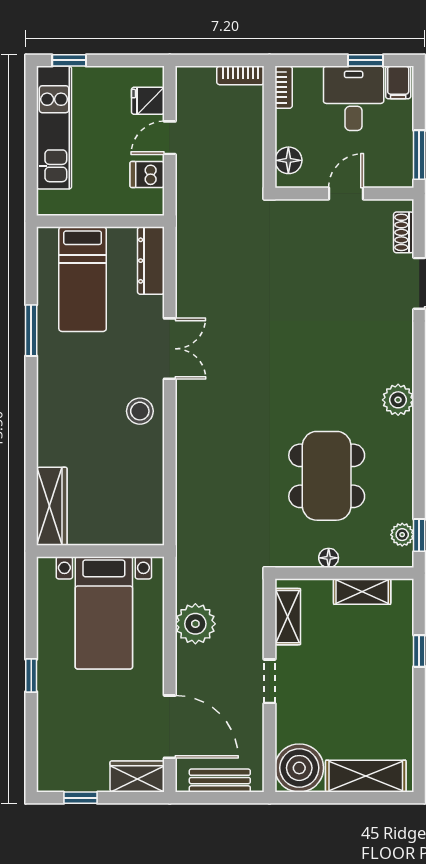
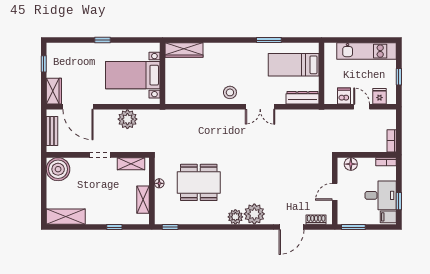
window: (69, 60) -> (399, 77), moved
door: (346, 193) -> (335, 192), swing flipped
plant: (402, 535) -> (254, 214), moved, width x1.87, depth x1.87
door: (170, 727) -> (78, 107), hinge flipped
shelving: (366, 776) -> (66, 217), moved, turned 90

